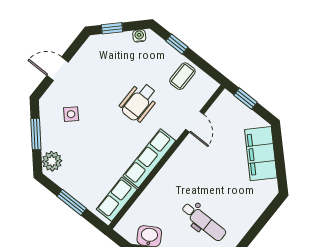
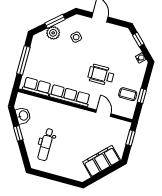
window: (177, 44) -> (142, 96), moved
door: (195, 122) -> (104, 113), swing flipped
plant: (52, 161) -> (53, 33), moved
window: (72, 202) -> (23, 60), width x1.44

